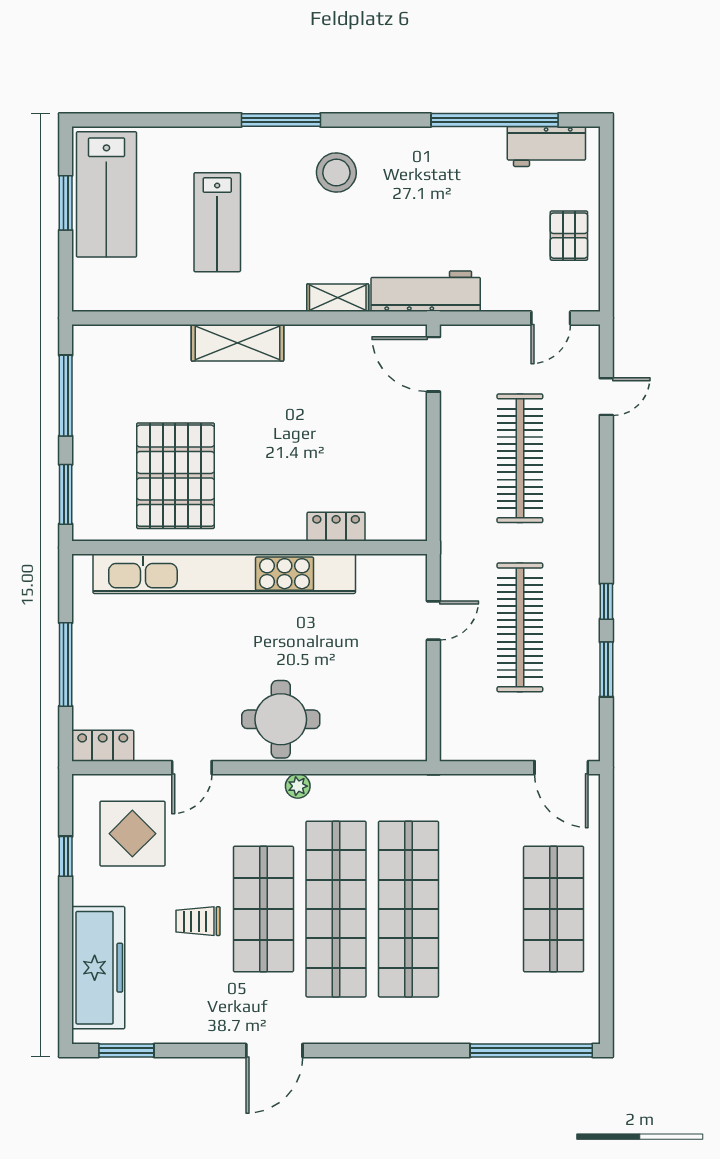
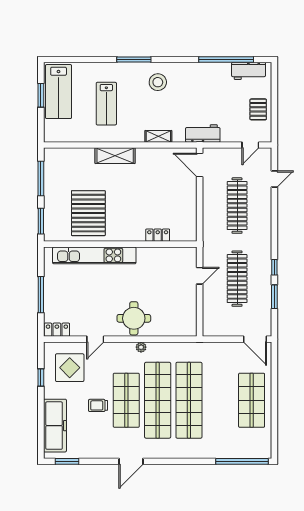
workbench: (426, 291) -> (203, 133), width x0.73
kitchen unit: (224, 574) -> (94, 255), width x0.73

